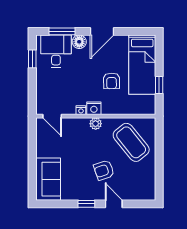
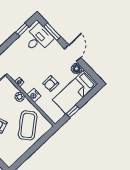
door: (102, 31) -> (73, 53), swing flipped
floor lamp: (79, 42) -> (77, 69), moved
nightstand: (94, 108) -> (34, 95), moved

